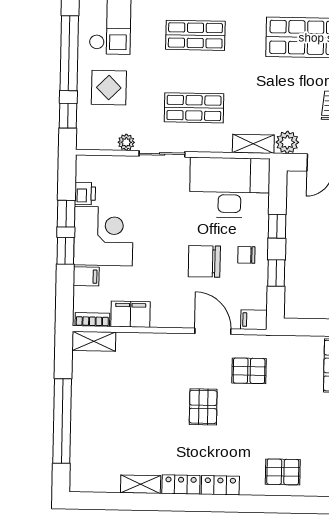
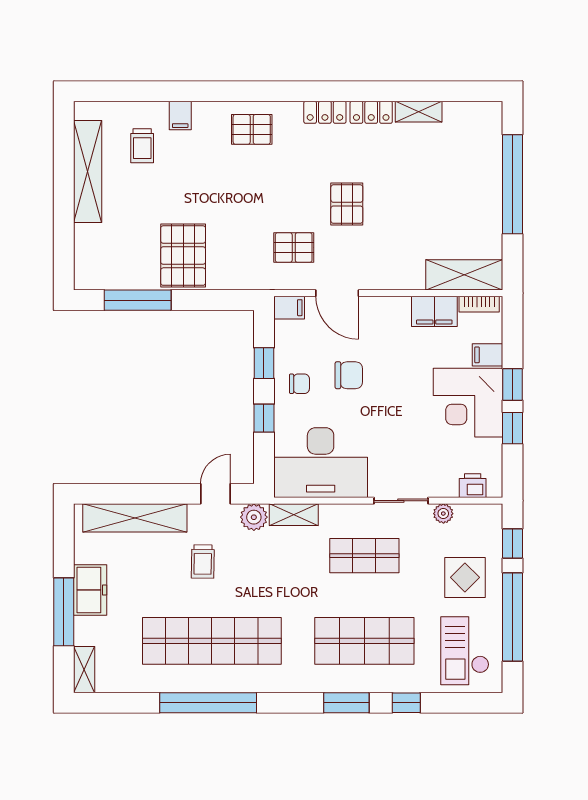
shop shelf: (195, 35) -> (364, 641), width x1.43, depth x1.36
printer: (85, 193) -> (473, 486), moved, turned 90
chair: (204, 261) -> (349, 375), width x0.73, depth x0.73
shelving: (94, 341) -> (464, 275), width x1.50, depth x1.33

